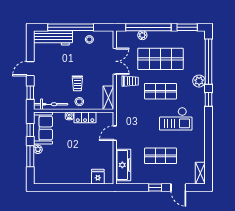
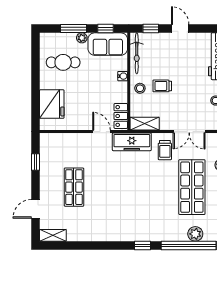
plant: (199, 81) -> (195, 234), moved
shop shelf: (161, 91) -> (153, 187), removed
locker: (85, 117) -> (121, 116), moved
checkout: (176, 119) -> (119, 206), removed
cafe table: (58, 165) -> (63, 62), added
freezer: (123, 165) -> (132, 142), moved
fridge: (98, 177) -> (52, 104), width x1.88, depth x1.34
window: (155, 187) -> (35, 162), moved

